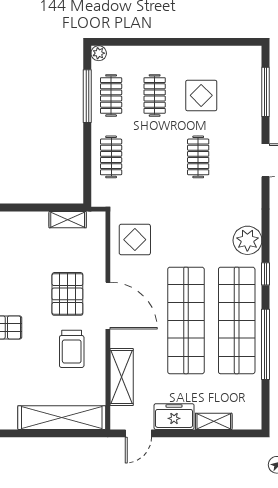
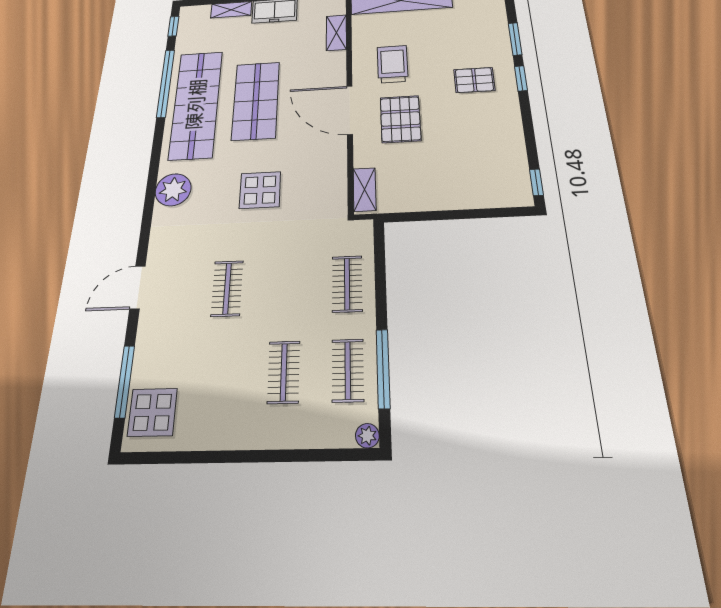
display table: (201, 95) -> (152, 412), moved
shelving: (68, 220) -> (364, 189), moved, turned 90
display table: (135, 240) -> (260, 190), moved
window: (266, 274) -> (173, 26), moved
shop shelf: (186, 320) -> (256, 101), width x0.71
shelving: (122, 377) -> (336, 33), width x0.67, depth x0.75

